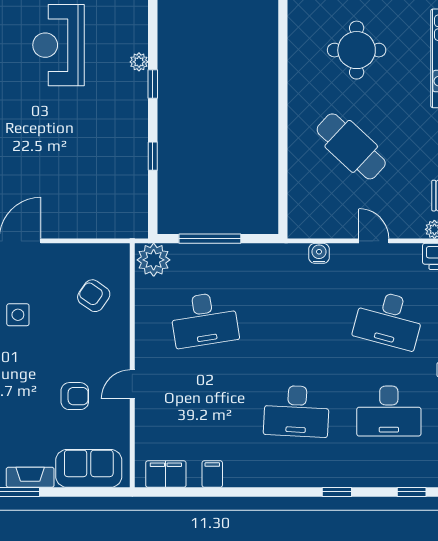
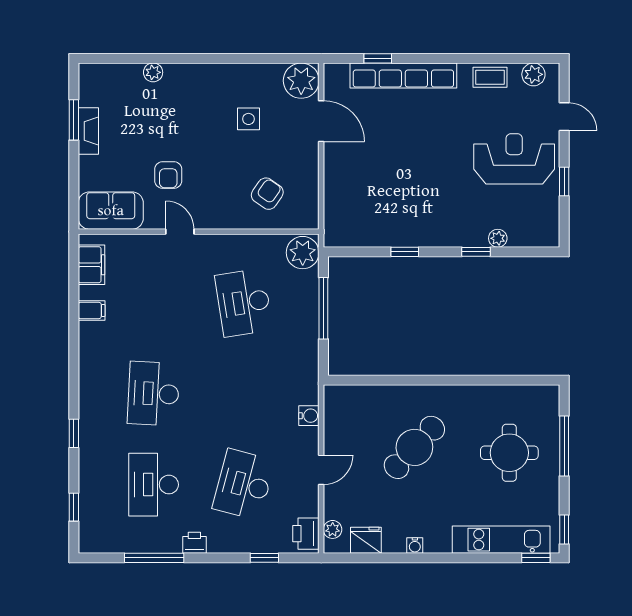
sofa: (89, 468) -> (111, 211), moved, turned -90

